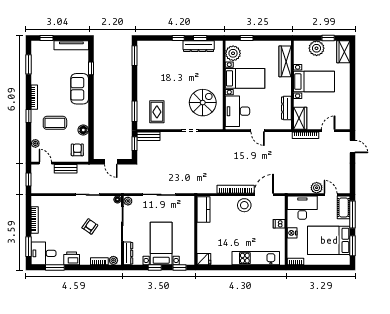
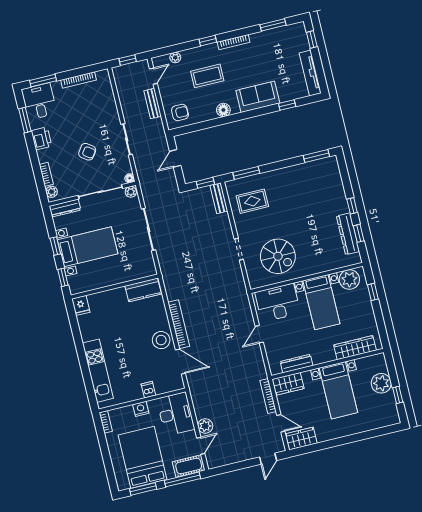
wardrobe: (343, 52) -> (301, 439), moved
coffee table: (55, 123) -> (207, 76), turned 90
floor lamp: (83, 130) -> (223, 110), moved

